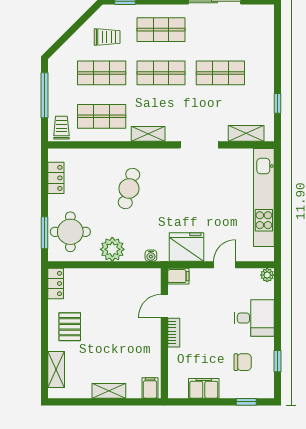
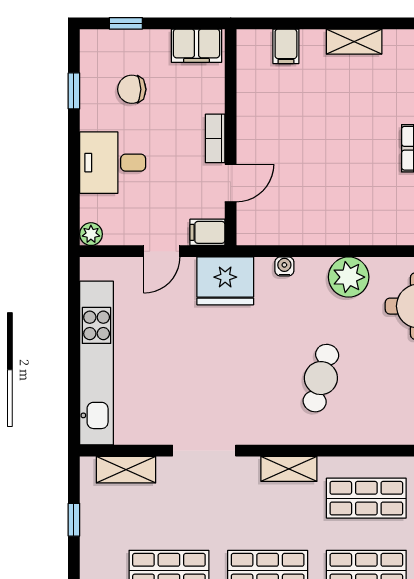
filing cabinet: (178, 276) -> (207, 232), moved
door: (164, 306) -> (231, 183), moved
wall: (164, 333) -> (231, 137), moved
bookcase: (174, 333) -> (215, 138), moved

